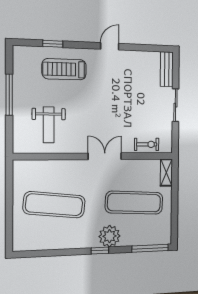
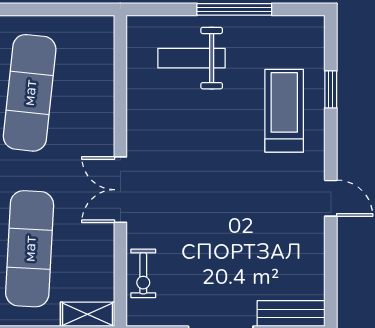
weight bench: (49, 125) -> (191, 58), moved
double door: (105, 156) -> (120, 190), swing flipped

